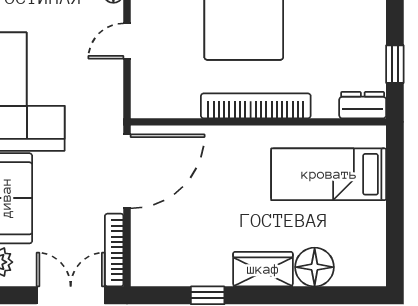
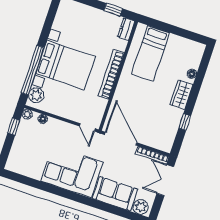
door: (127, 41) -> (87, 127), moved
floor lamp: (315, 267) -> (192, 74), width x0.53, depth x0.53

